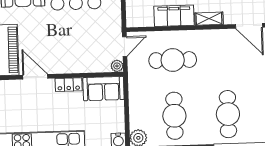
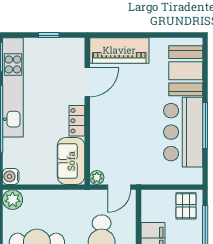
door: (125, 46) -> (119, 187), hinge flipped

